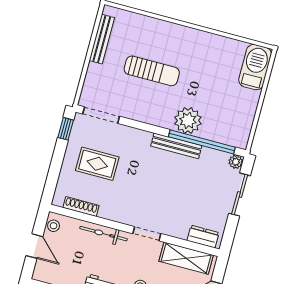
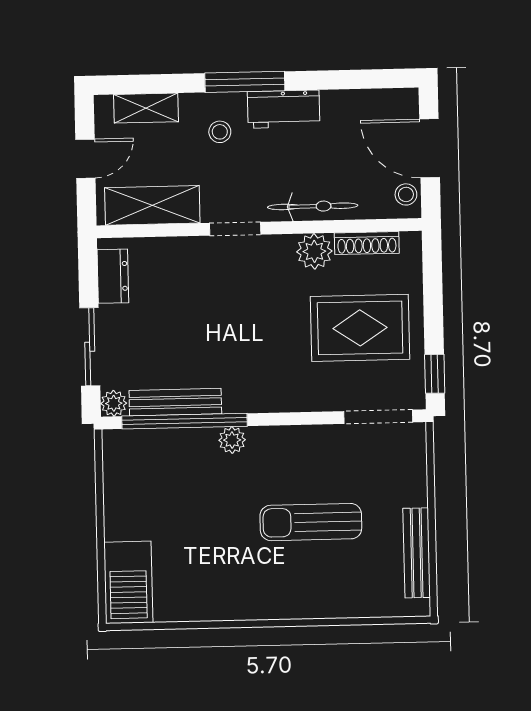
plant: (188, 121) -> (232, 440), width x0.53, depth x0.53
bench: (176, 146) -> (175, 402), moved
rug: (97, 164) -> (360, 328), width x1.36, depth x1.43
plant: (109, 210) -> (314, 251), added
dresser: (203, 237) -> (113, 276), moved, turned -90
door: (34, 246) -> (430, 148), width x1.38

